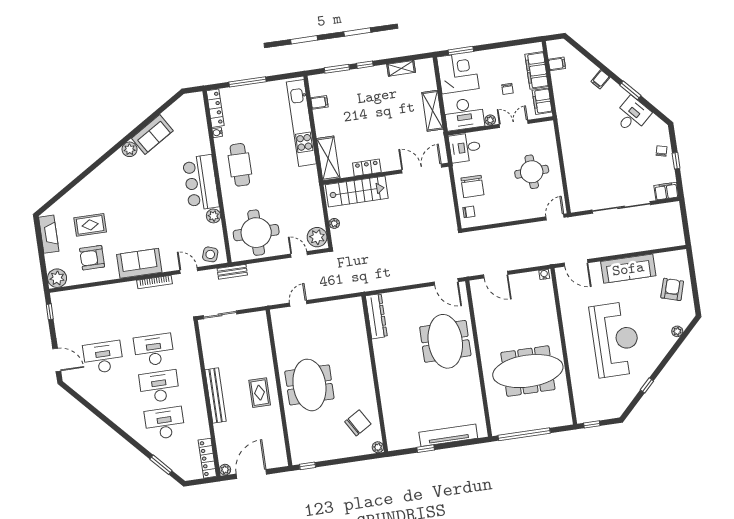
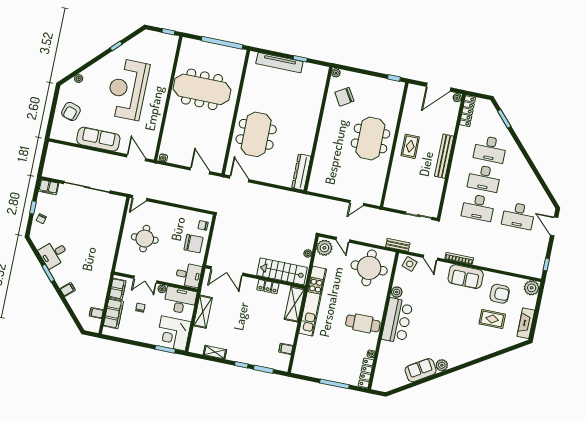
kitchen unit: (301, 123) -> (313, 301), moved
cafe table: (240, 165) -> (363, 323), turned 90
chair: (472, 186) -> (193, 244), turned 90

